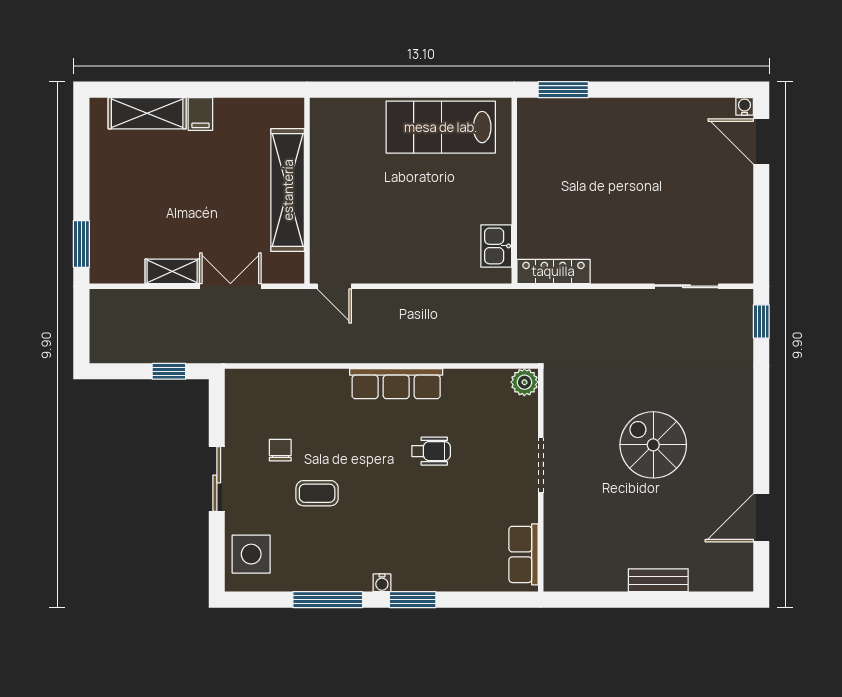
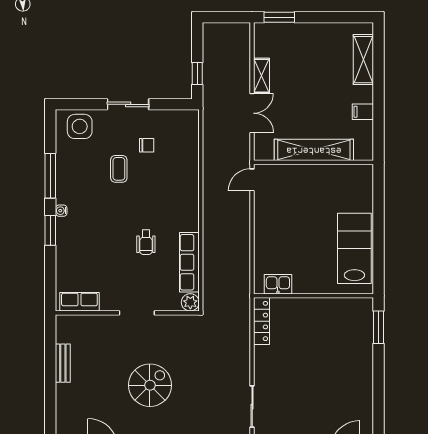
filing cabinet: (200, 114) -> (363, 112), moved
row of seats: (396, 384) -> (189, 262), moved
bench: (658, 580) -> (63, 363), moved

